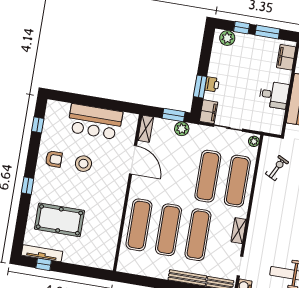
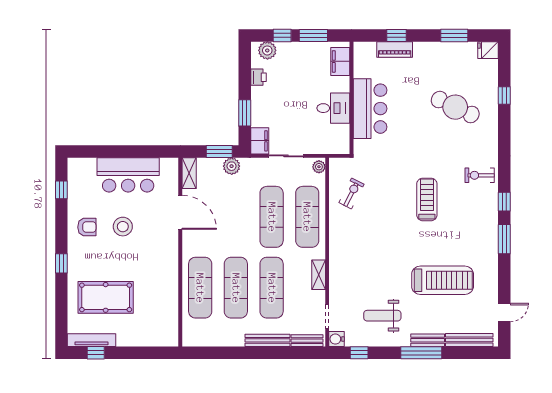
printer: (212, 84) -> (258, 77), moved

